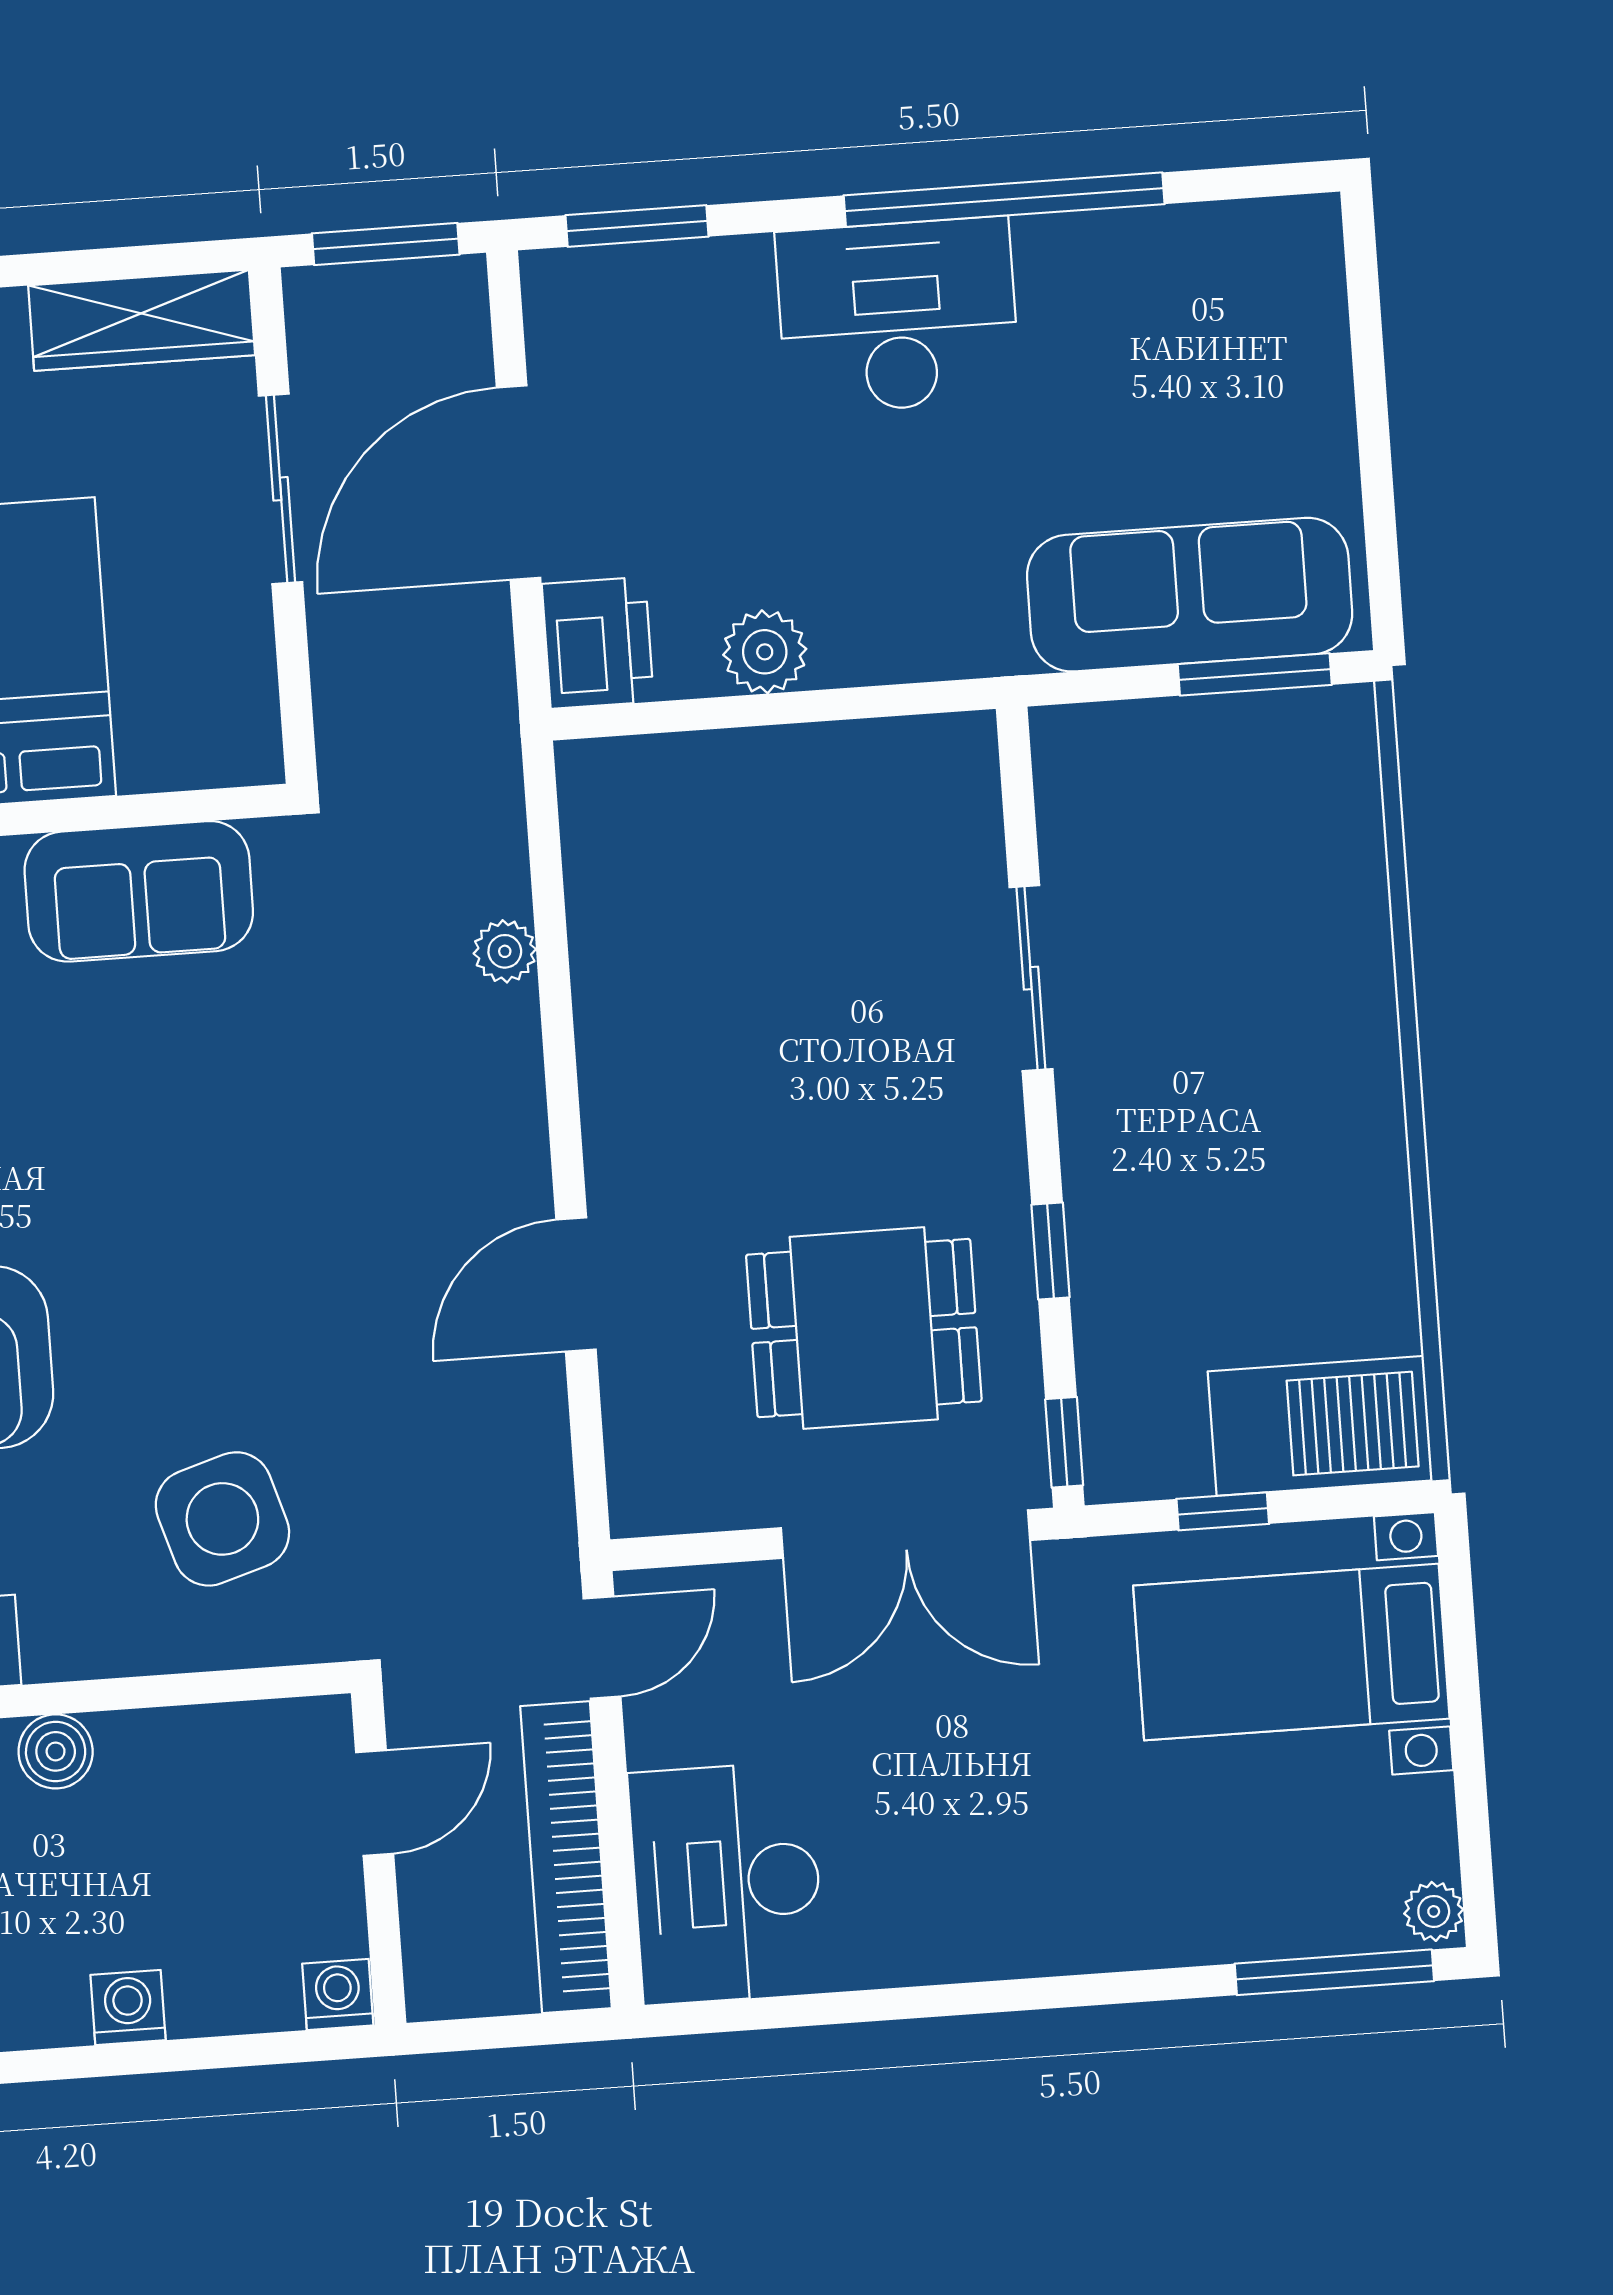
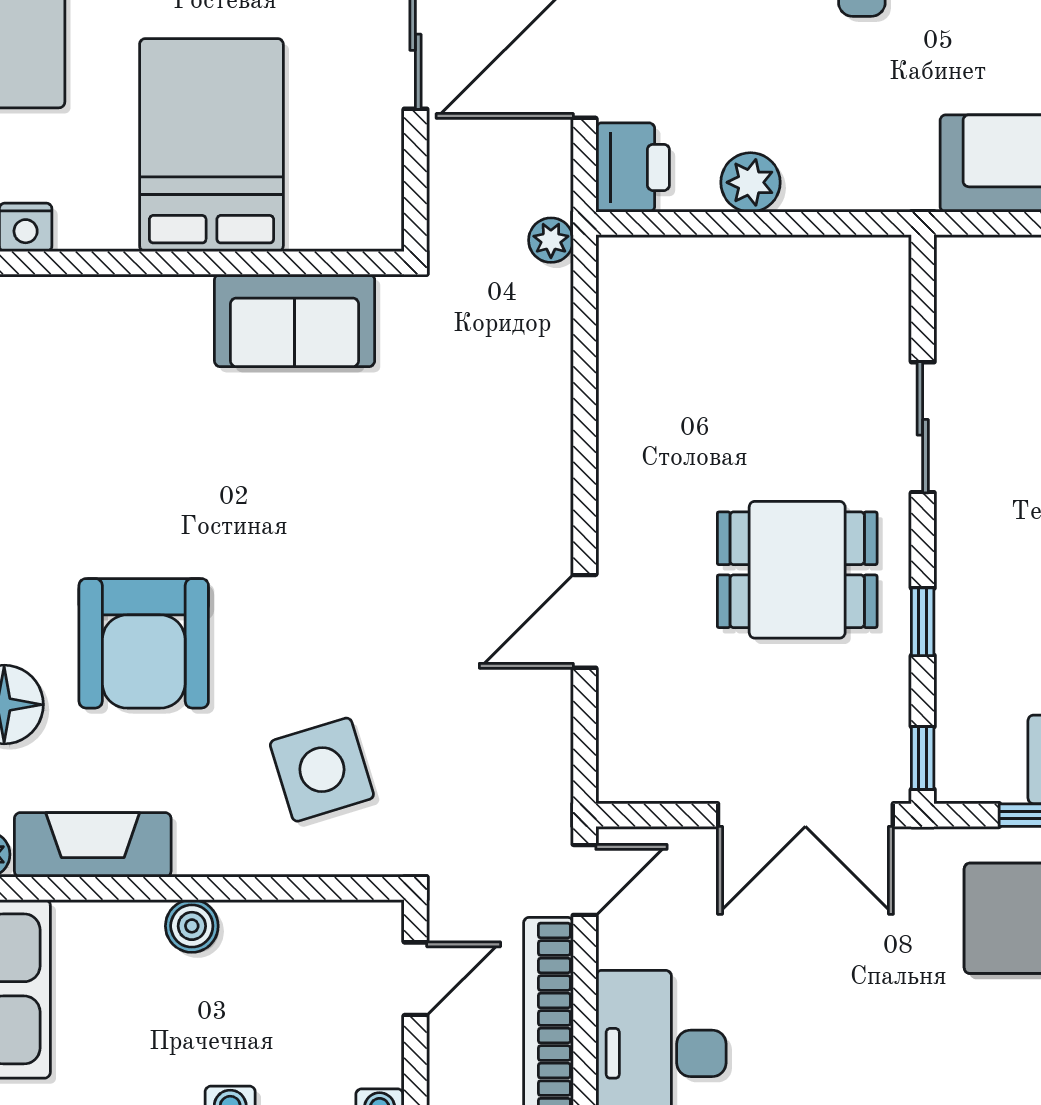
plant: (505, 951) -> (551, 240), moved
dining table: (864, 1328) -> (797, 570), moved

